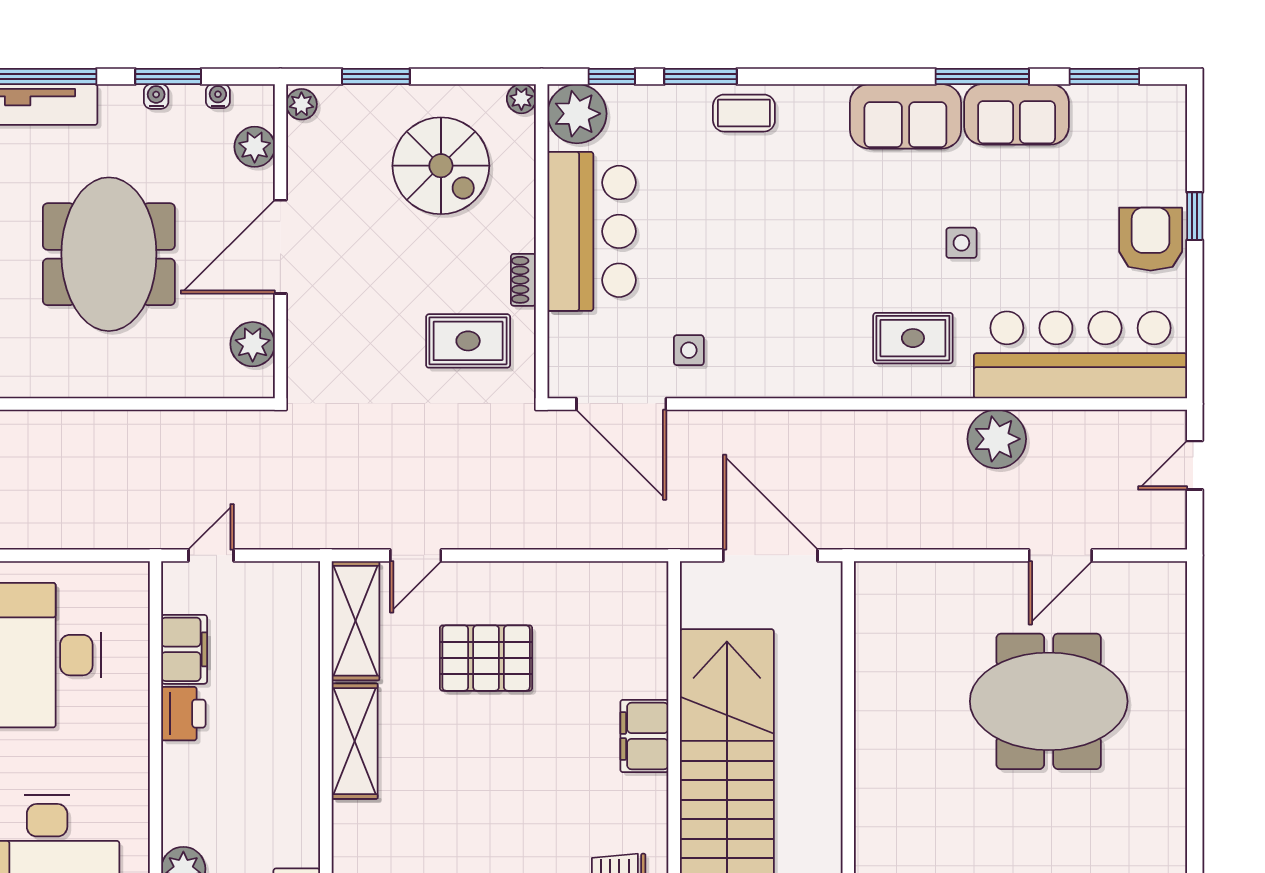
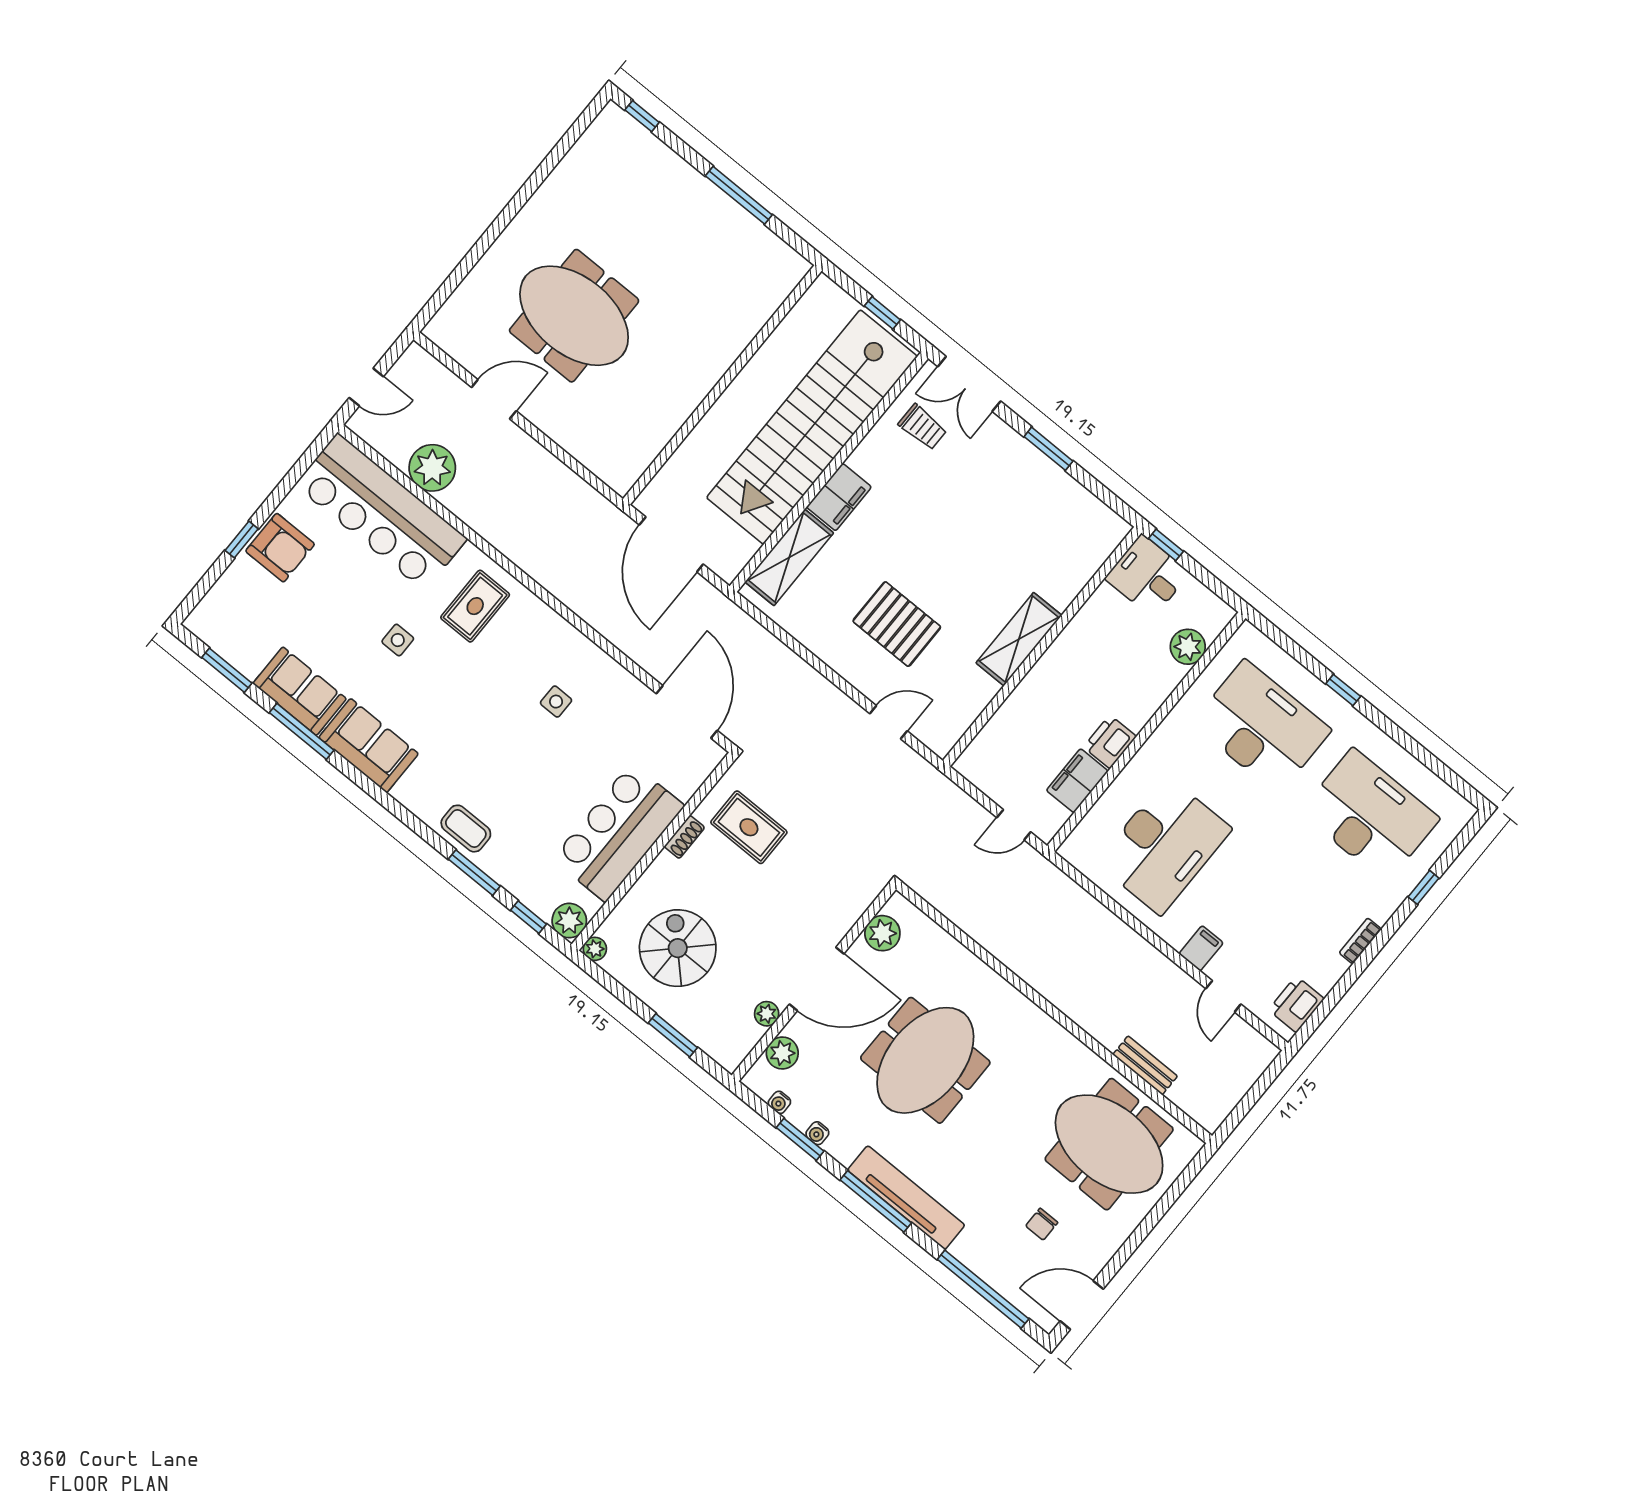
plant: (301, 104) -> (767, 1014), moved
plant: (577, 114) -> (569, 921), width x0.73, depth x0.73
armchair: (1151, 239) -> (280, 548), turned -90
rug: (913, 338) -> (475, 606), turned 90
side table: (689, 350) -> (556, 702), moved
plant: (997, 439) -> (432, 468), moved
shelving: (355, 621) -> (789, 557), moved

